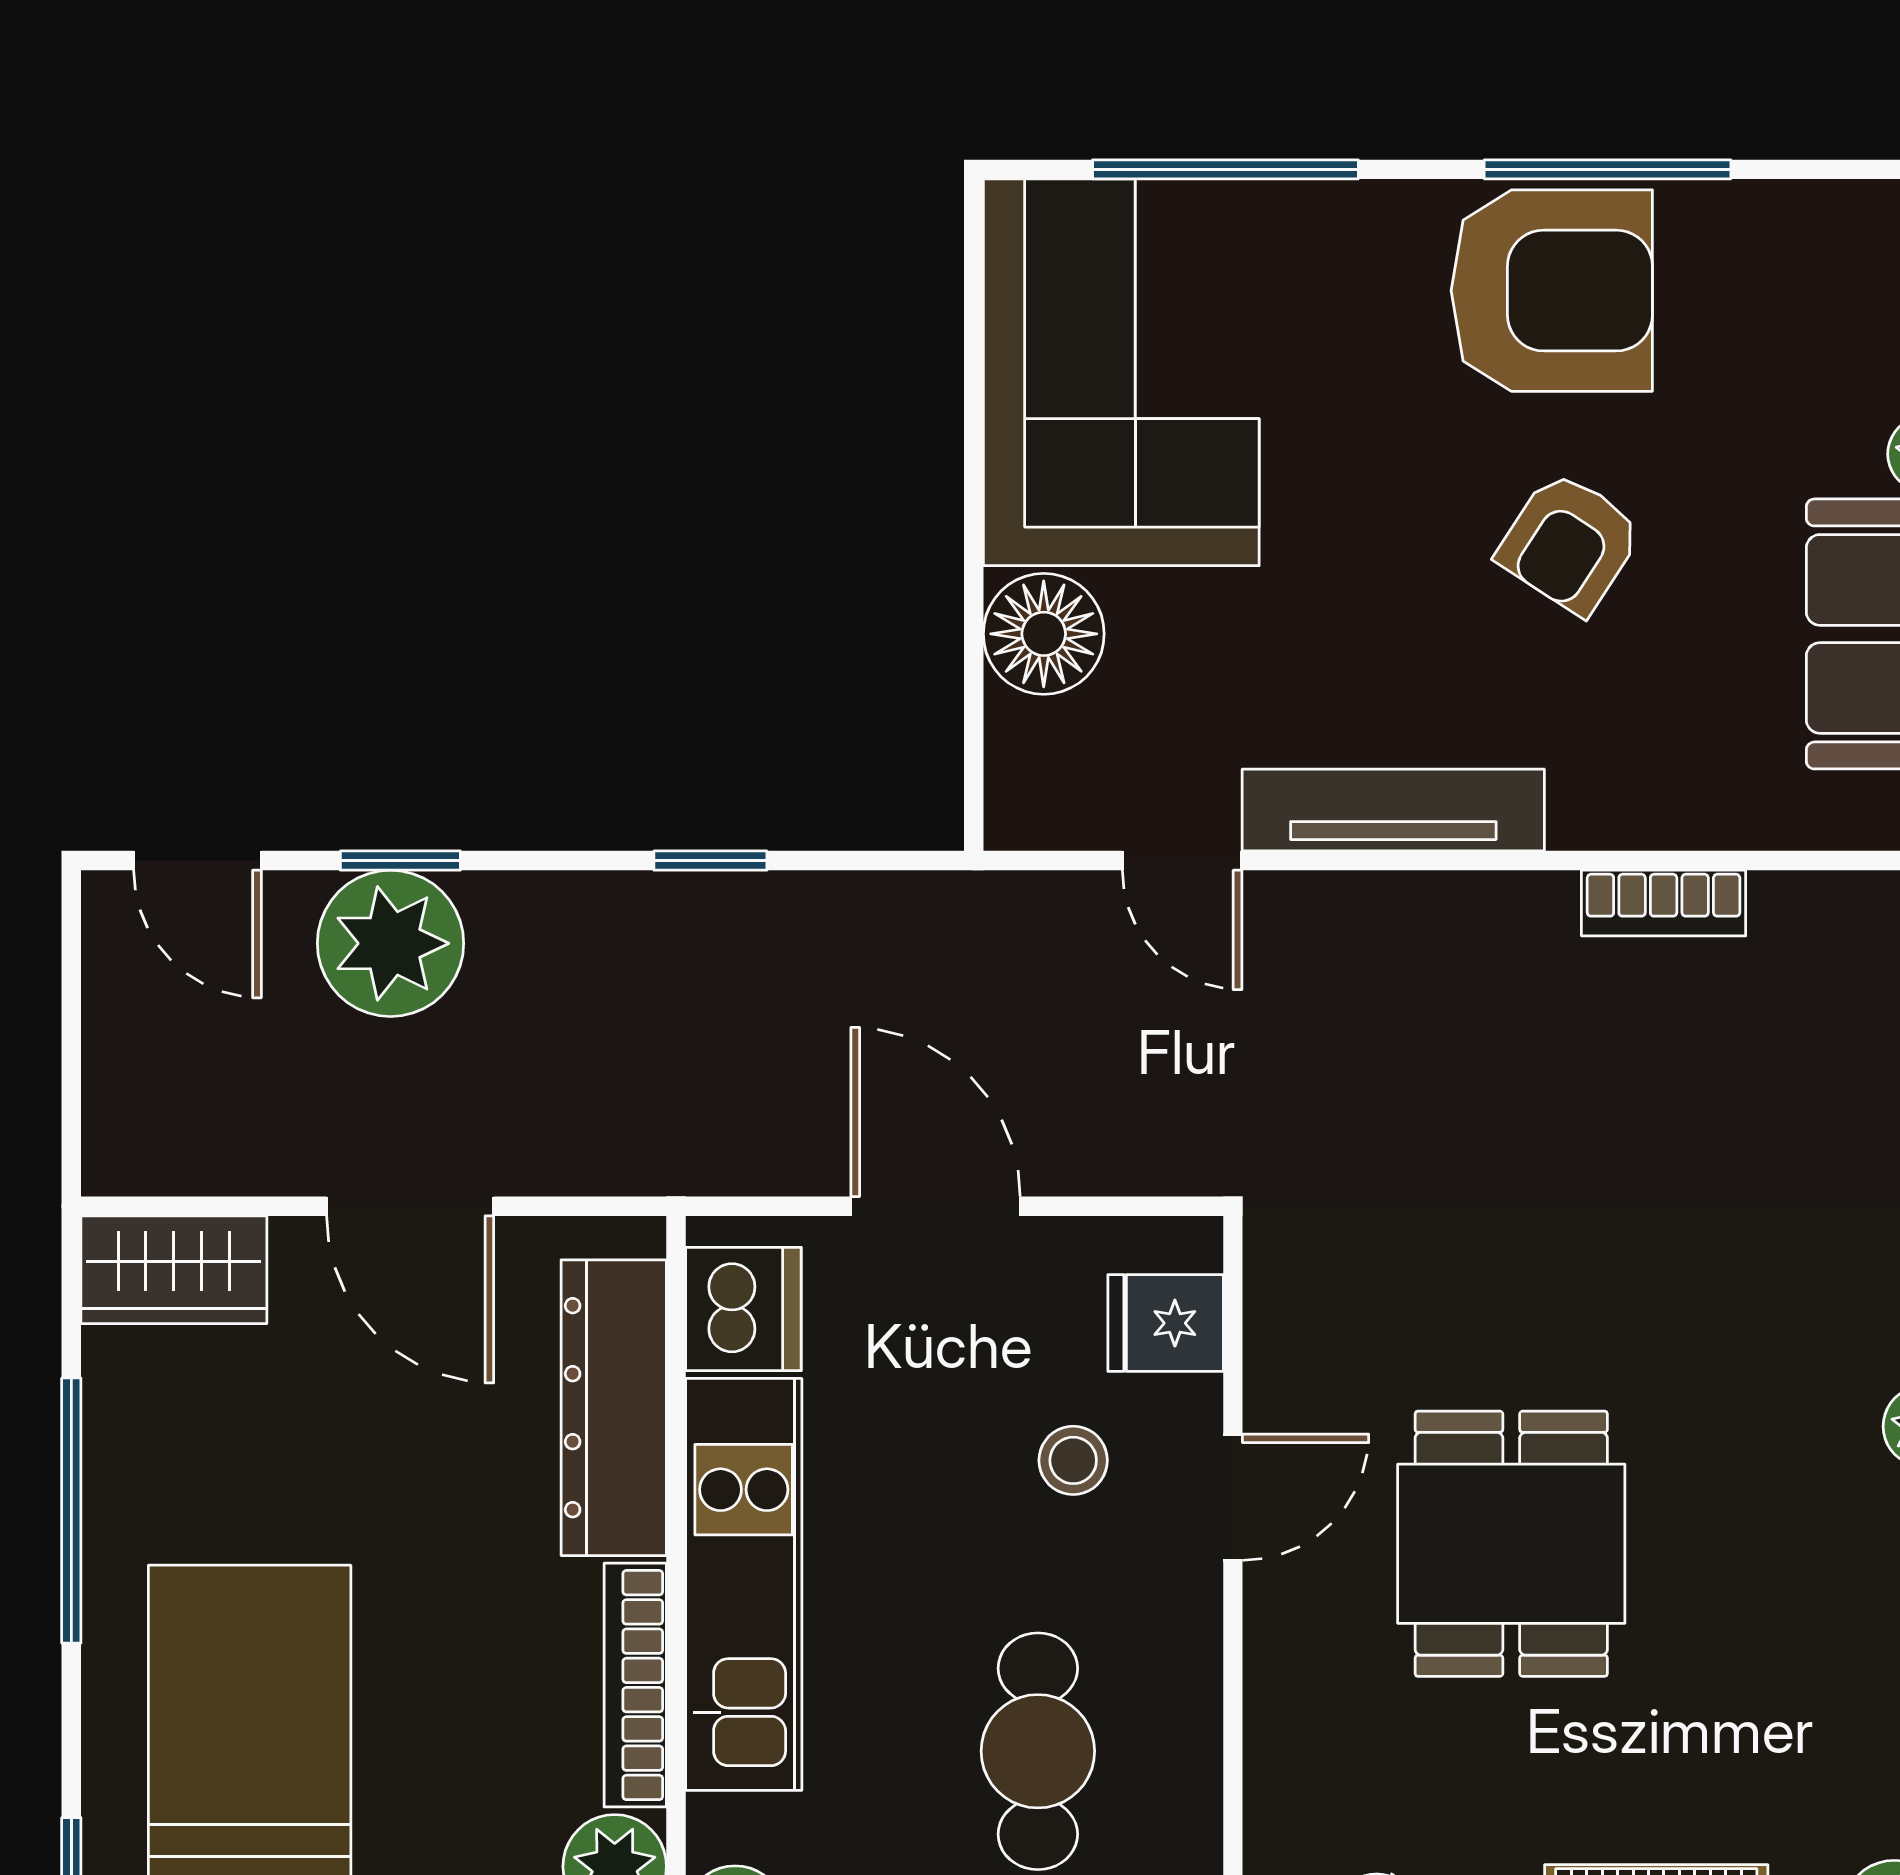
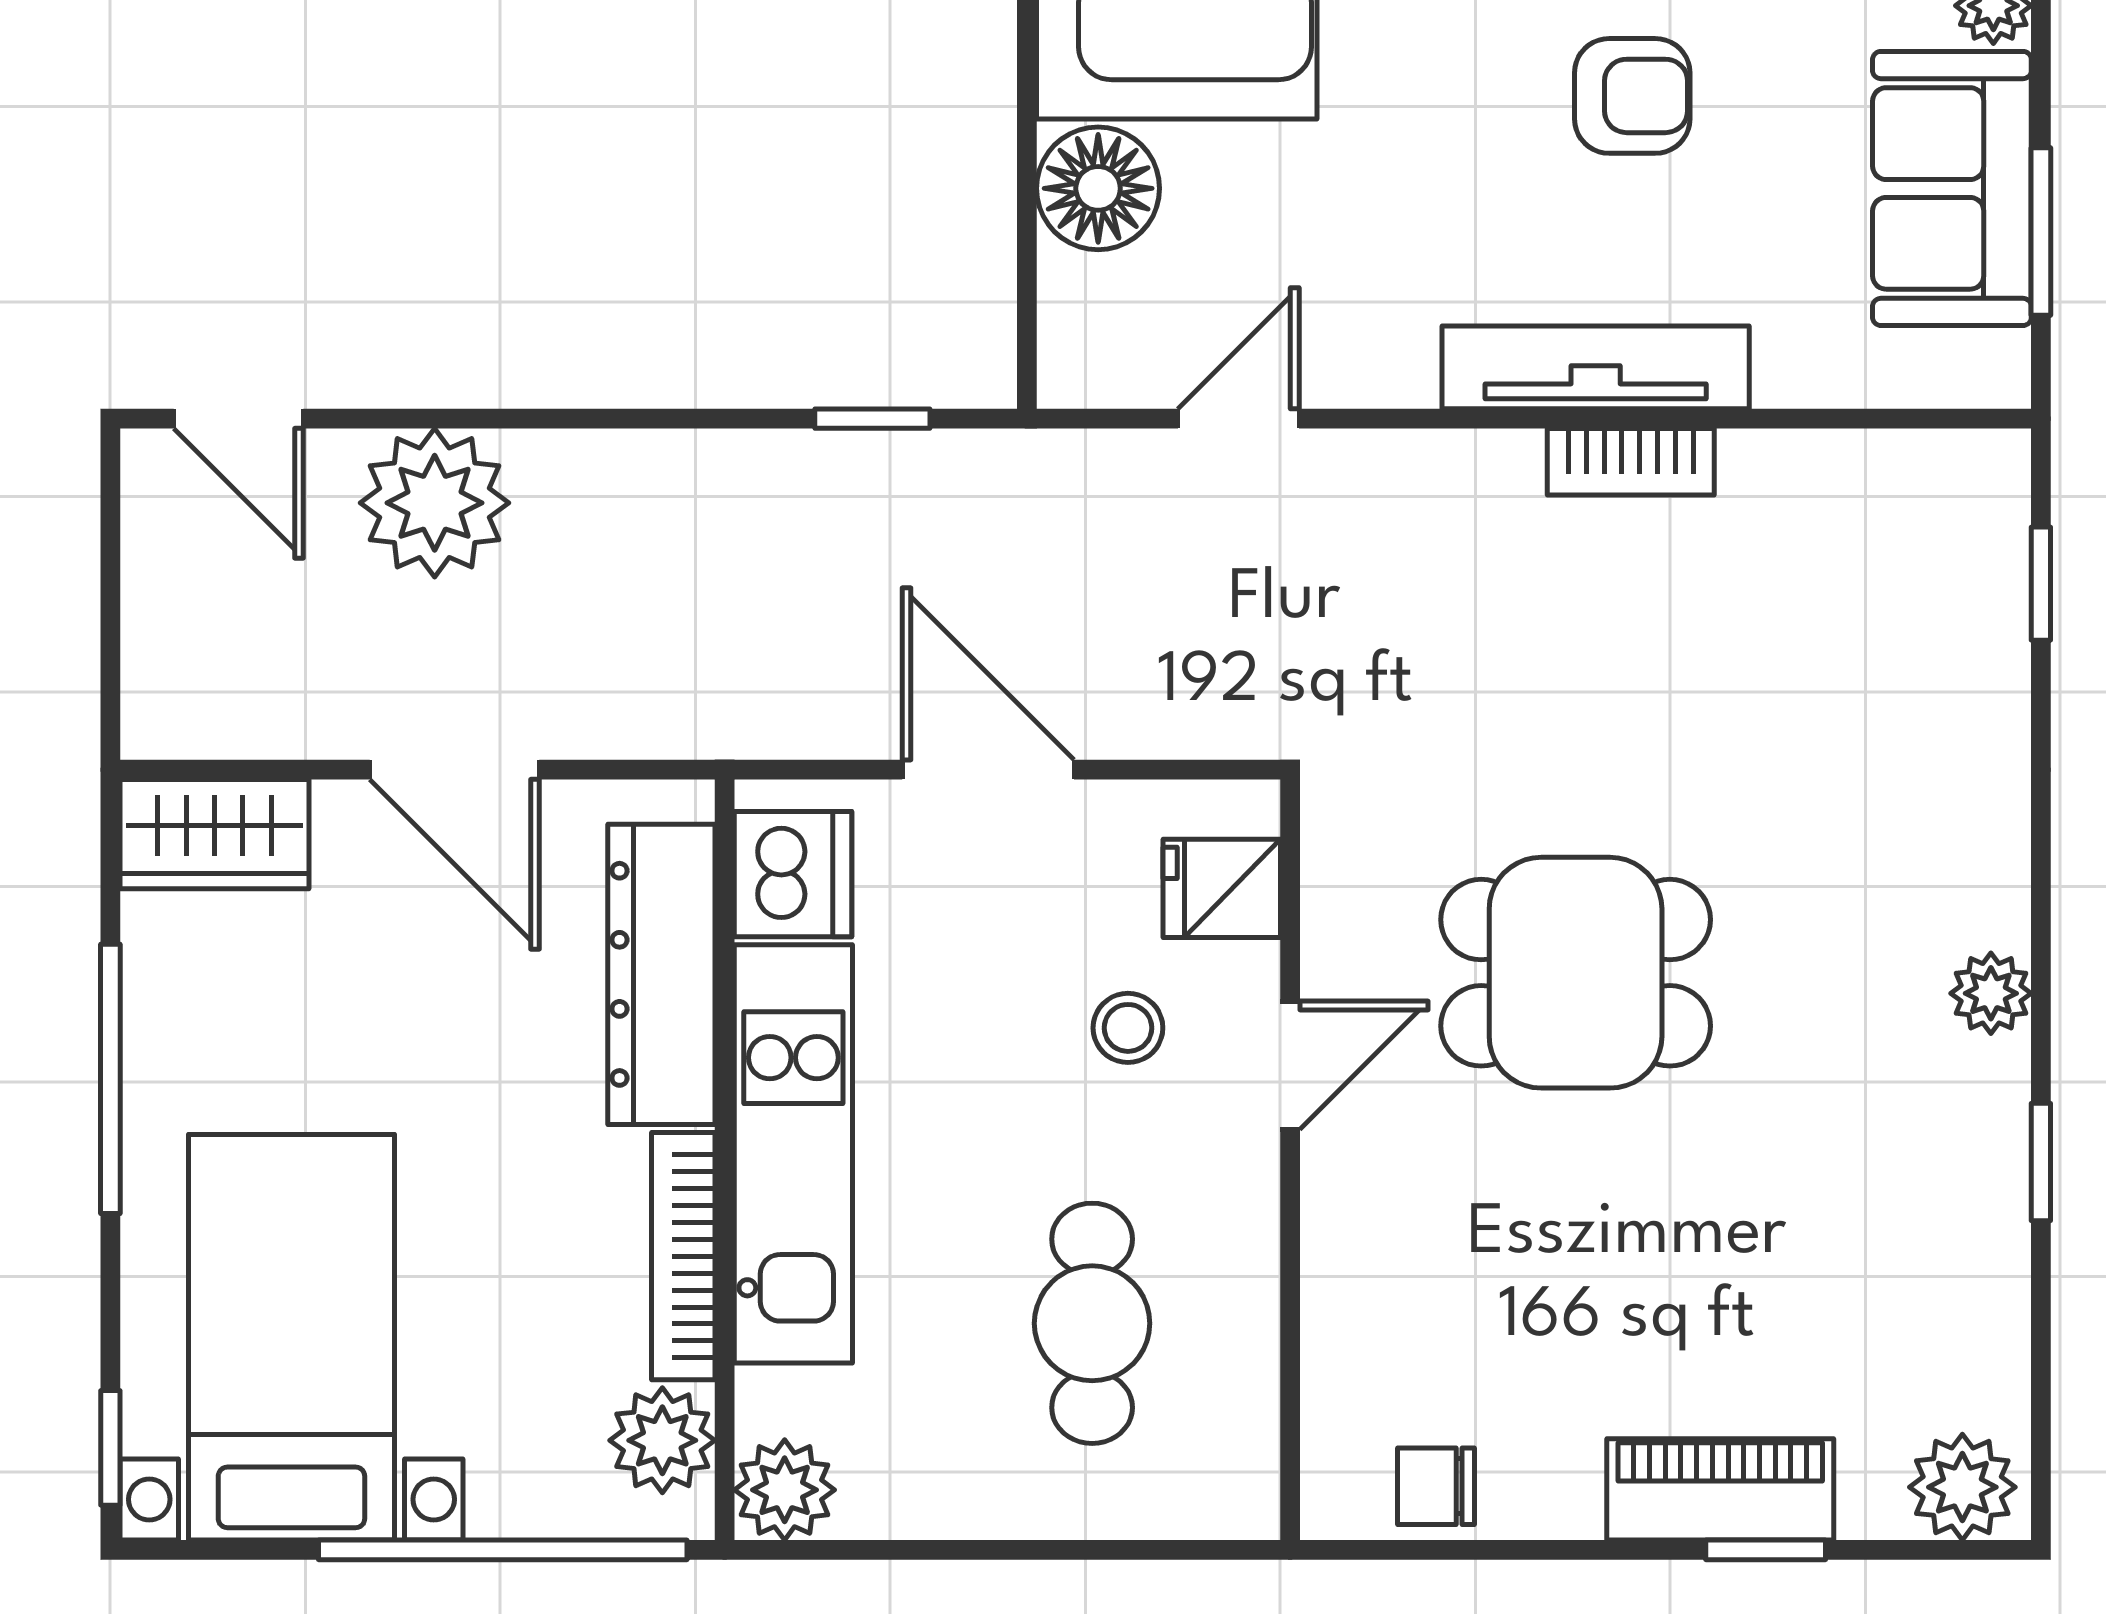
armchair: (1570, 543) -> (1632, 96), turned -123
tv unit: (1393, 810) -> (1596, 367), moved
window: (400, 861) -> (445, 419), removed
window: (710, 861) -> (872, 419), moved
door: (1182, 861) -> (1239, 419), swing flipped
bookcase: (1664, 903) -> (1631, 462), moved
dining table: (1511, 1544) -> (1576, 973), moved, turned 90

